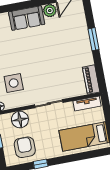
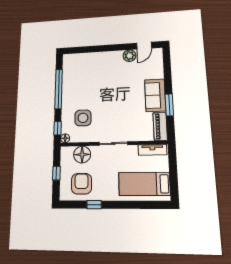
sofa: (27, 18) -> (155, 95), moved, turned 90
window: (94, 39) -> (169, 105), moved

